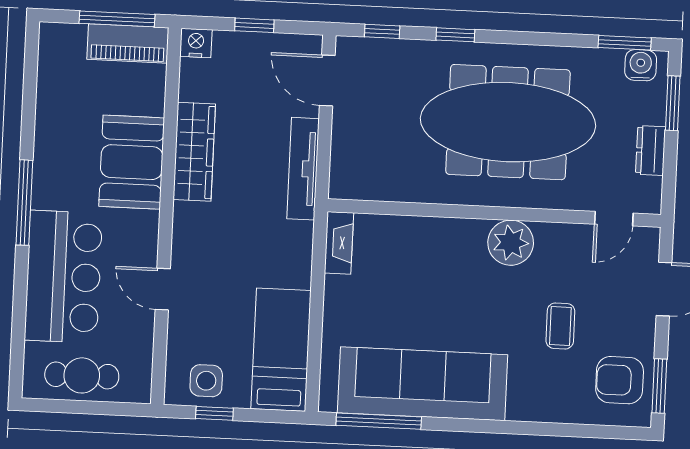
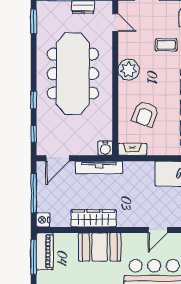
window: (254, 25) -> (34, 193), width x2.17
water cooler: (641, 65) -> (105, 148), moved, turned -90
armchair: (414, 274) -> (145, 114), added

